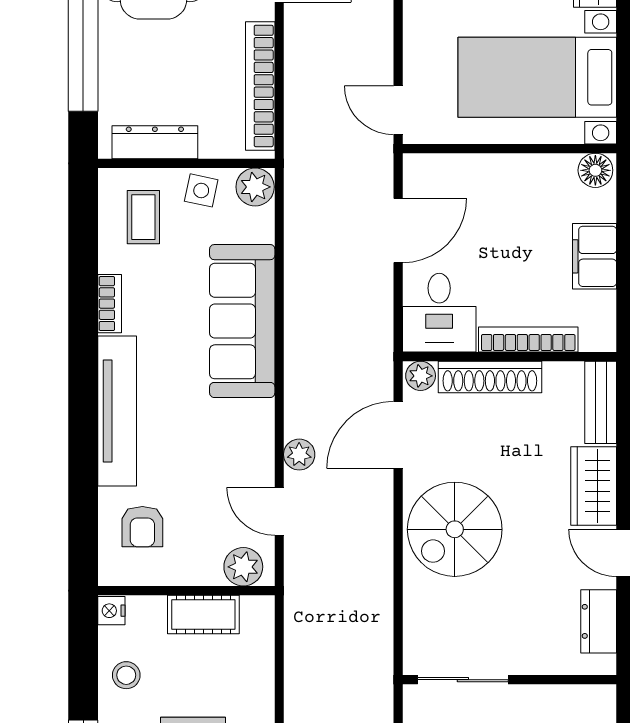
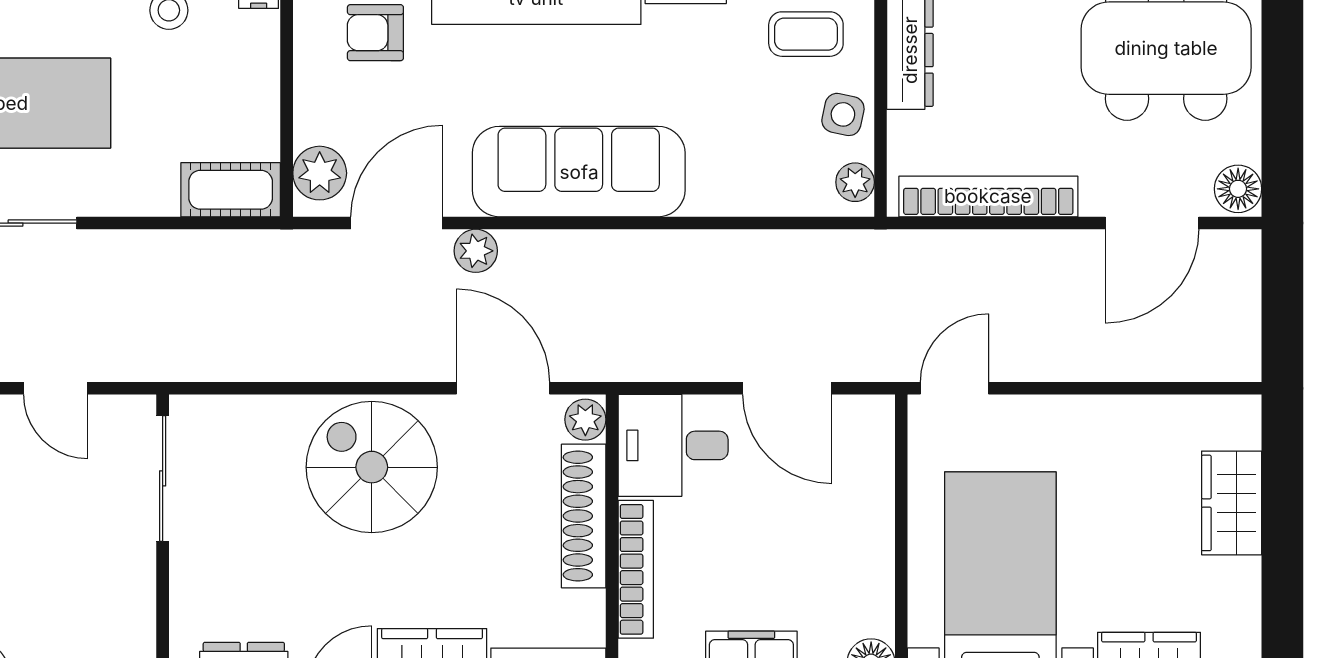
plant: (255, 187) -> (855, 182), width x0.73, depth x0.73
sofa: (242, 321) -> (579, 172), moved
door: (279, 512) -> (396, 223), width x1.38
cot: (203, 614) -> (231, 190), moved, turned 90

